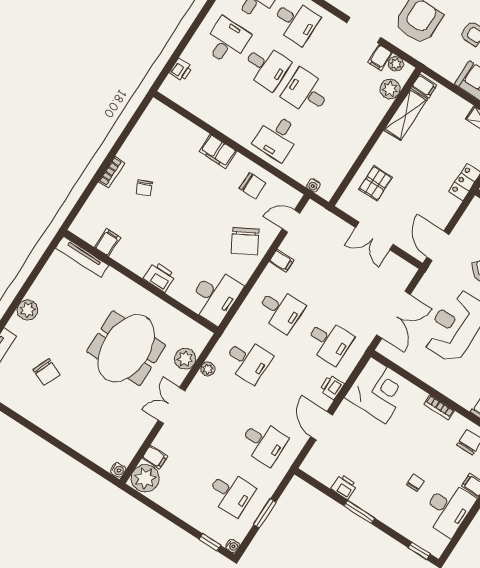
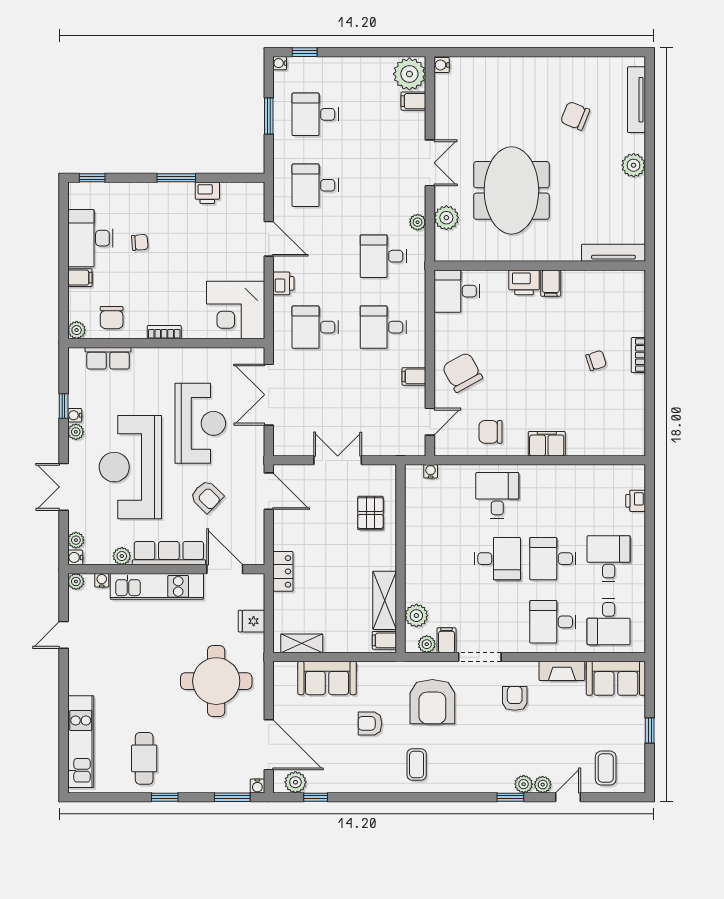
desk: (227, 41) -> (609, 559), turned 180
chair: (144, 188) -> (596, 360), turned 95
filing cabinet: (107, 242) -> (551, 283), moved
desk: (215, 296) -> (457, 291), width x0.73
chair: (415, 483) -> (140, 242), turned -95

